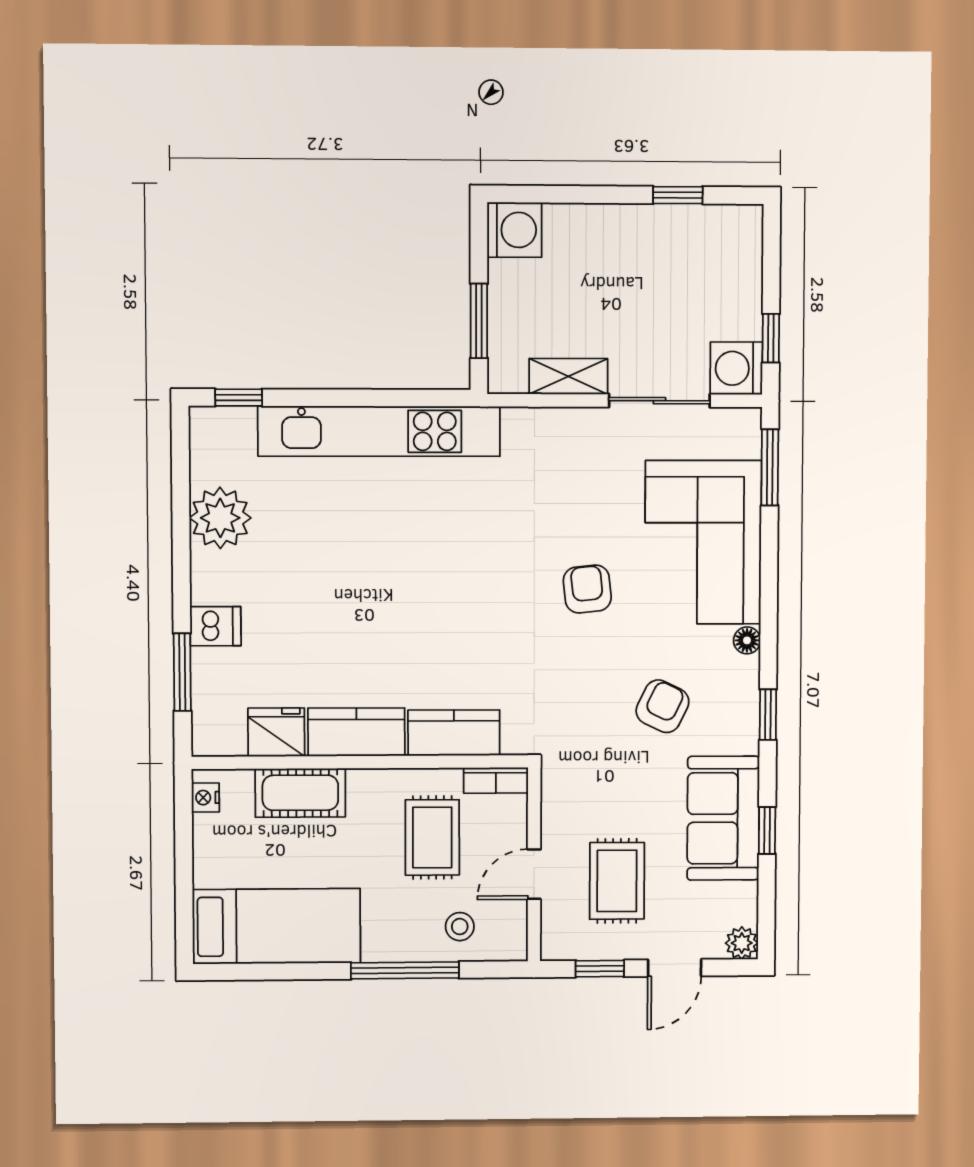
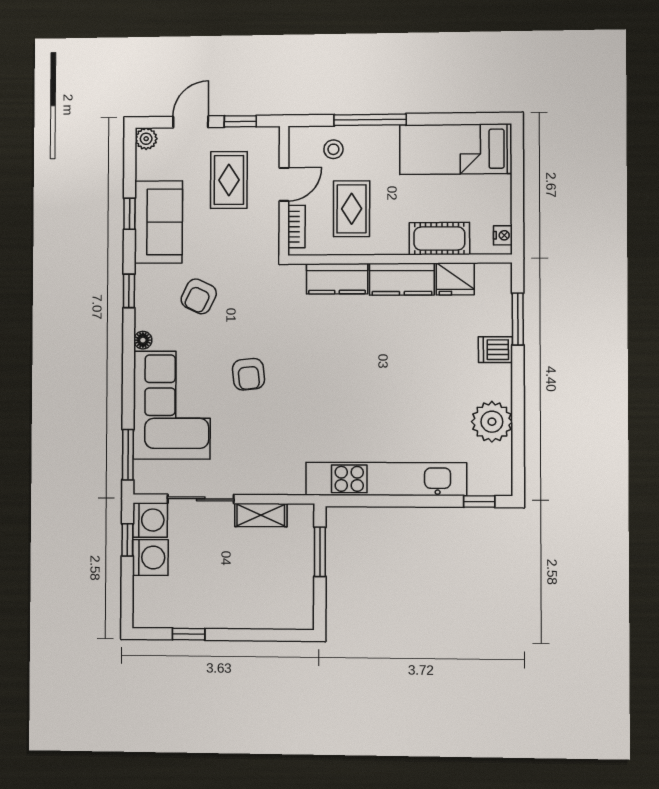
washing machine: (514, 230) -> (150, 557), moved, turned 180
bookcase: (496, 780) -> (296, 227), moved, turned 90

